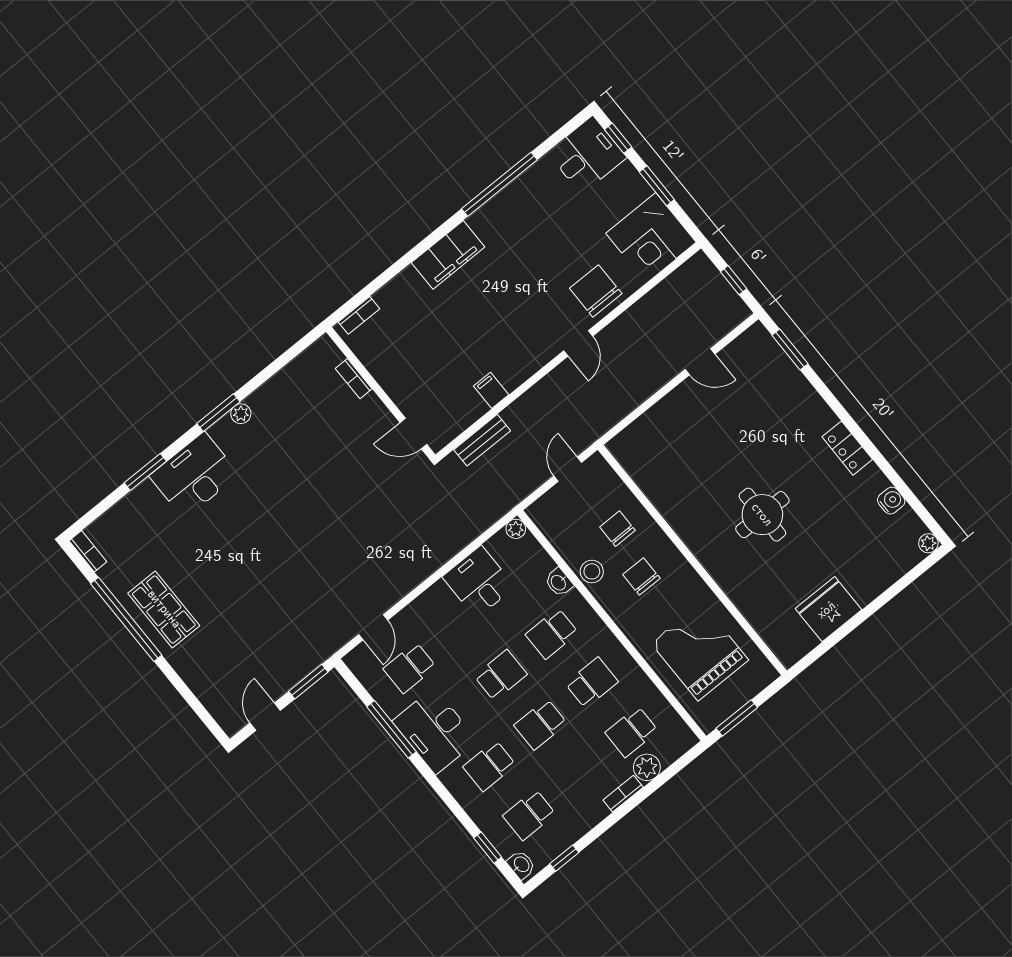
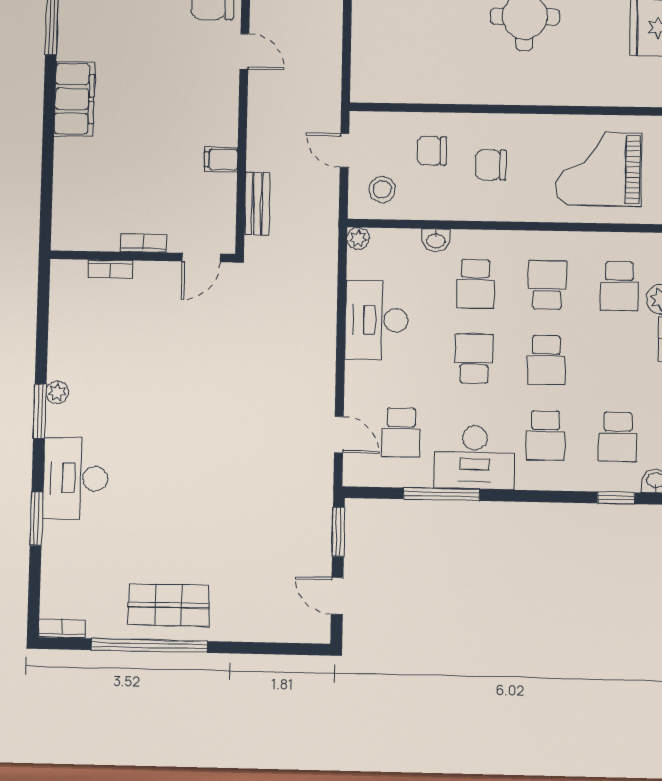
bookcase: (359, 315) -> (143, 243), moved, turned -90
stool: (592, 571) -> (382, 189), moved
desk: (479, 582) -> (377, 320), width x1.37

